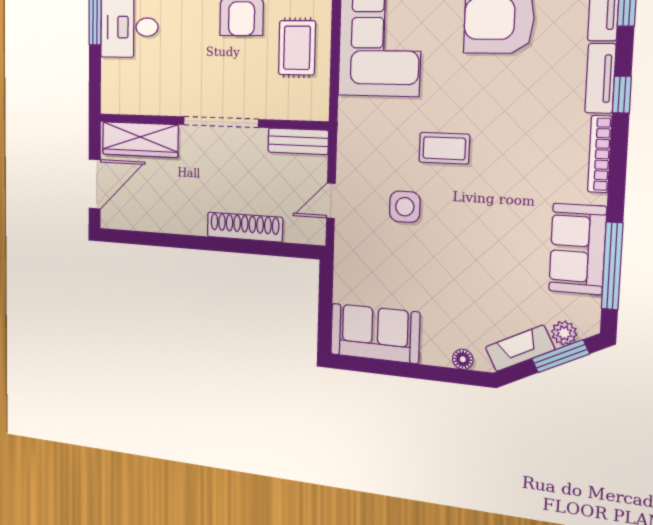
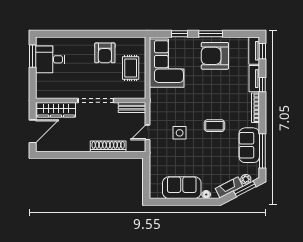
coffee table: (444, 148) -> (214, 126), moved
sofa: (375, 333) -> (182, 188), moved

